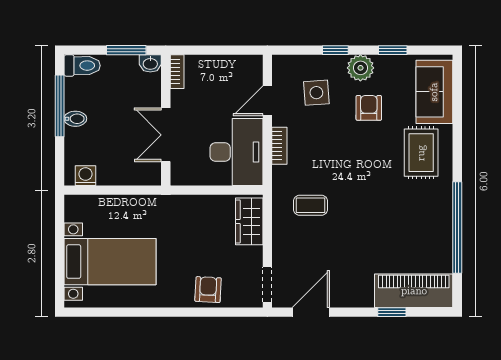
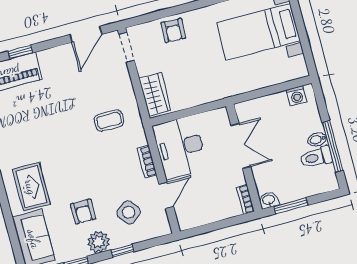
toilet: (82, 66) -> (316, 157), moved
side table: (316, 93) -> (129, 212), turned -35

